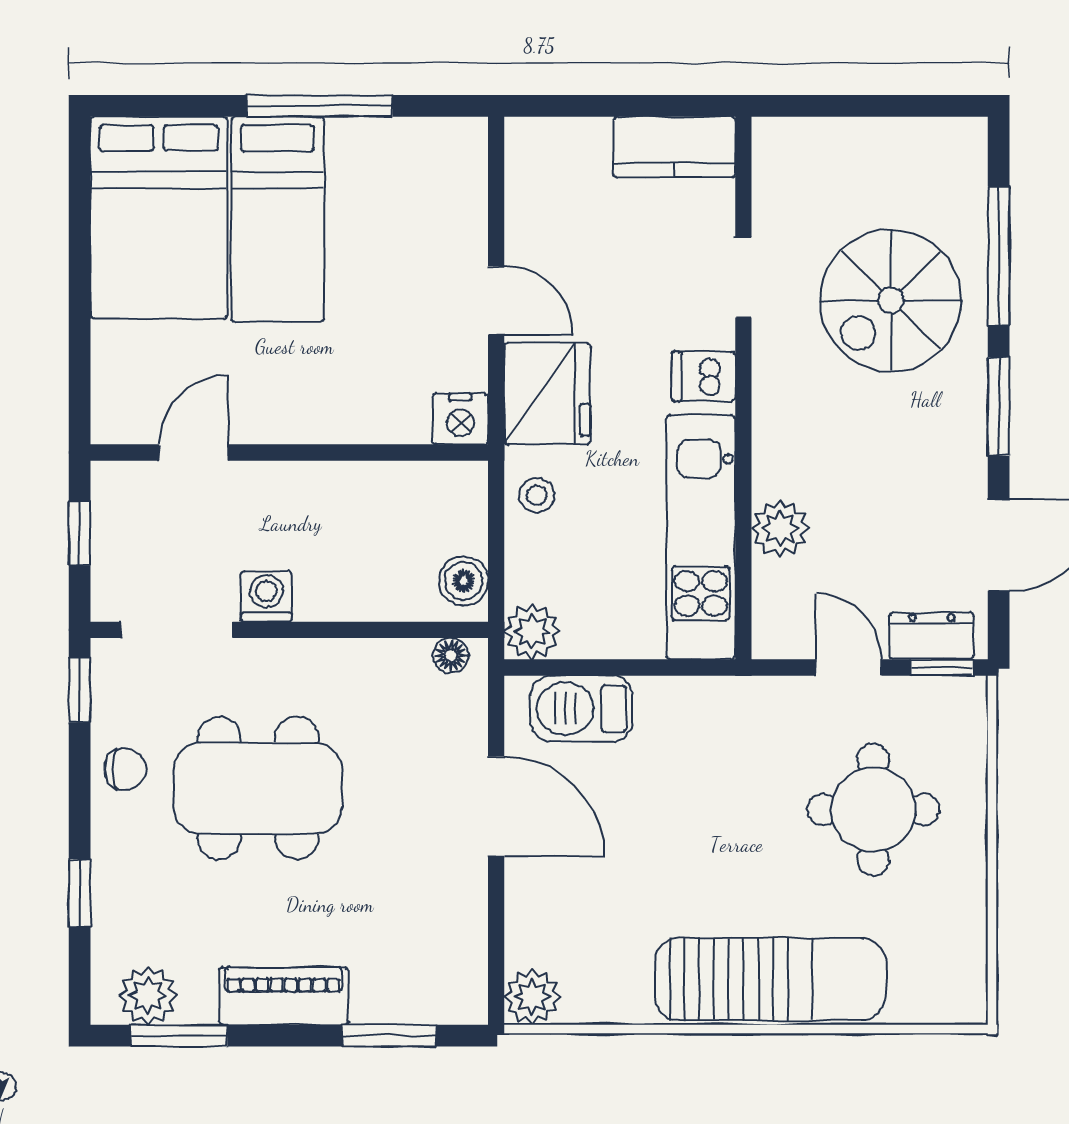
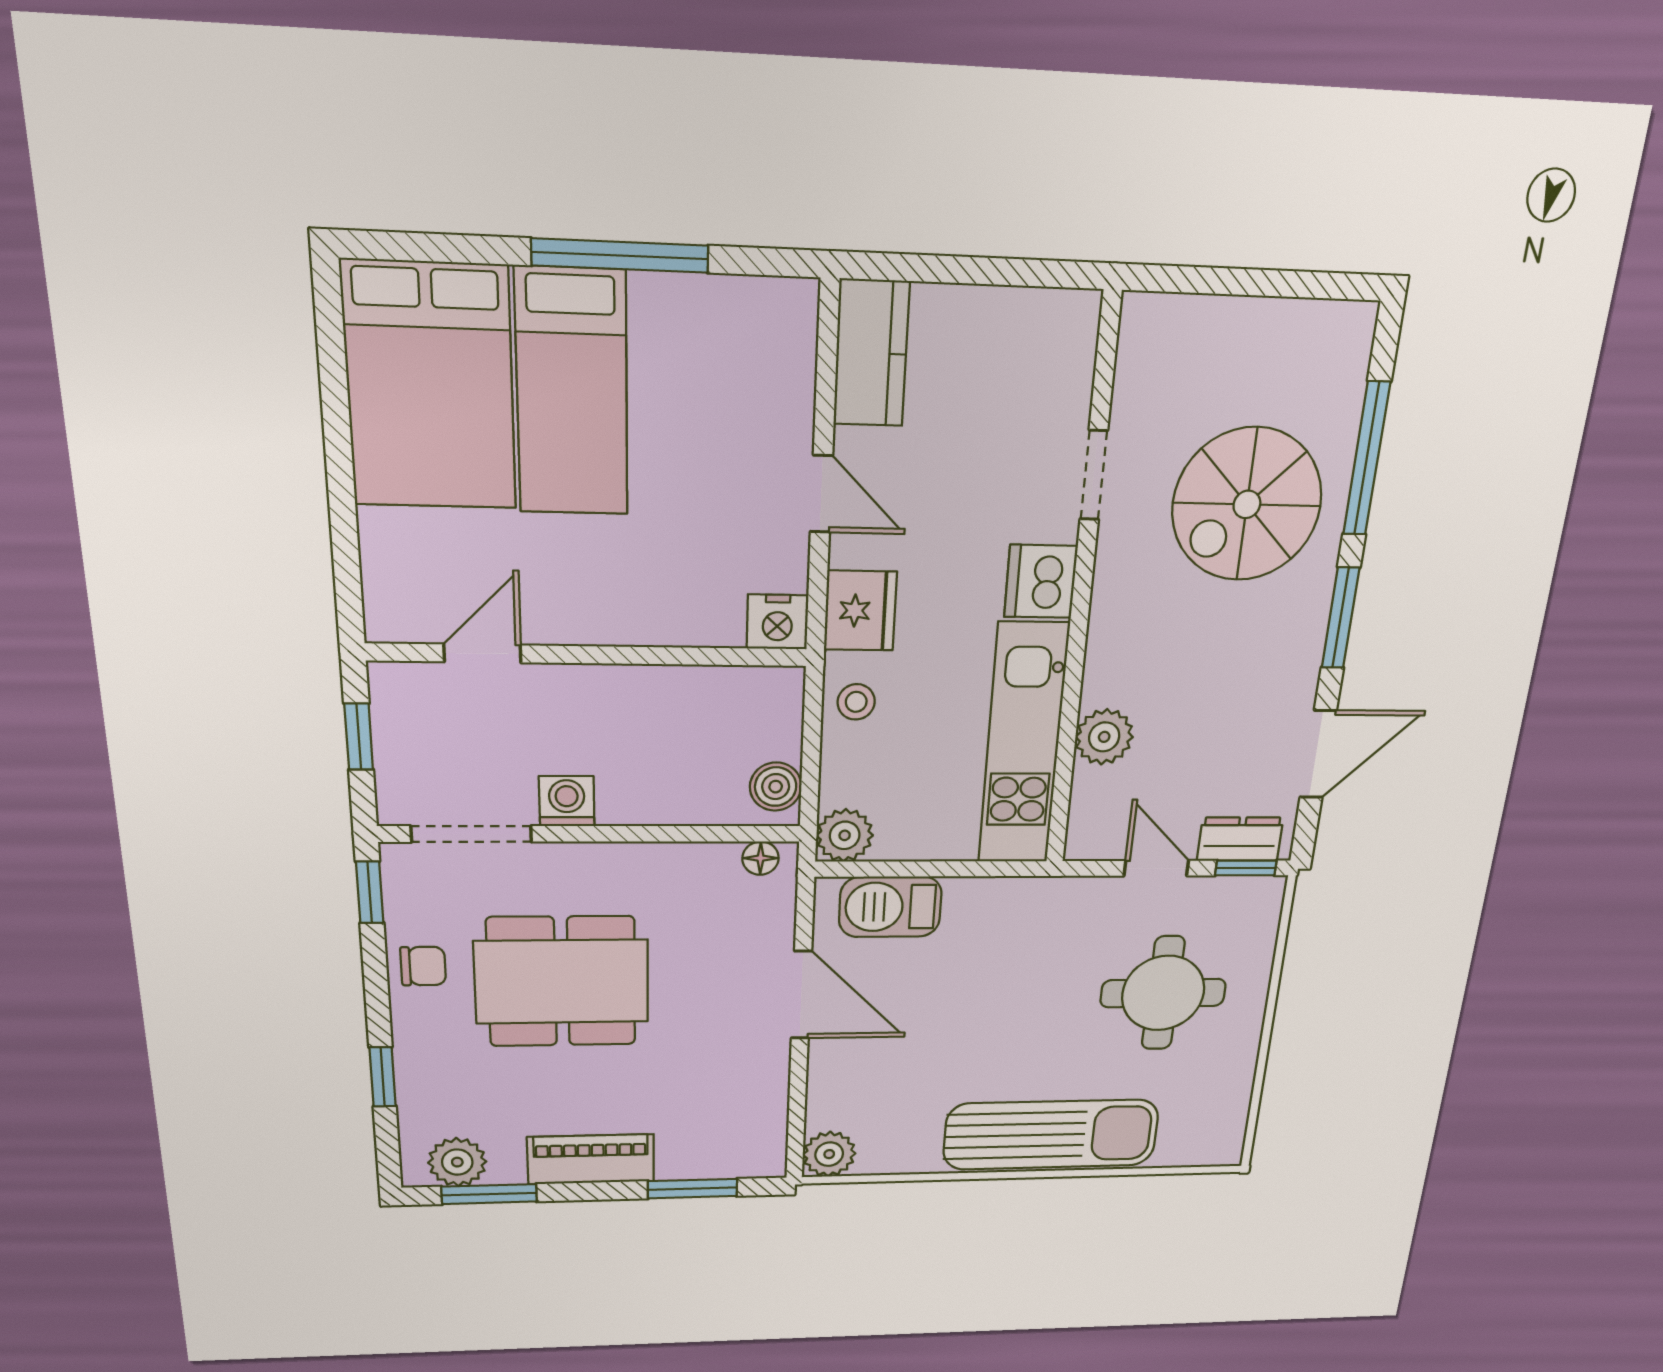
kitchen counter: (674, 147) -> (871, 353), moved, turned -90
dishwasher: (703, 376) -> (1041, 581), width x1.38
fridge: (547, 394) -> (860, 611), width x0.73, depth x0.75

